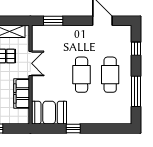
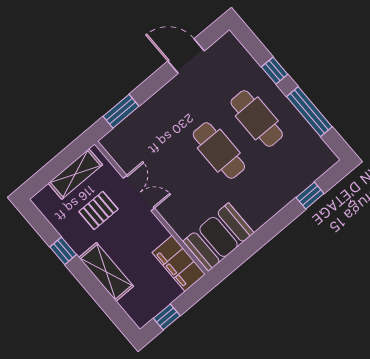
window: (136, 49) -> (275, 71), moved
filing cabinet: (22, 94) -> (179, 263), moved
window: (73, 129) -> (310, 196), moved

